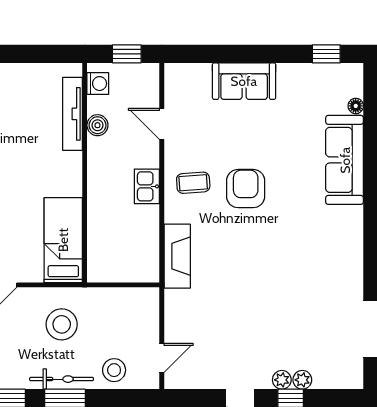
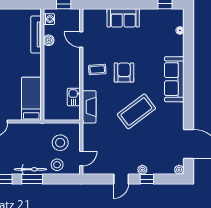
sofa: (345, 160) -> (174, 79), moved
kitchen sink: (147, 186) -> (74, 97), moved
coffee table: (270, 265) -> (136, 111), added
stool: (62, 324) -> (60, 143), moved
plant: (302, 380) -> (179, 170), moved

